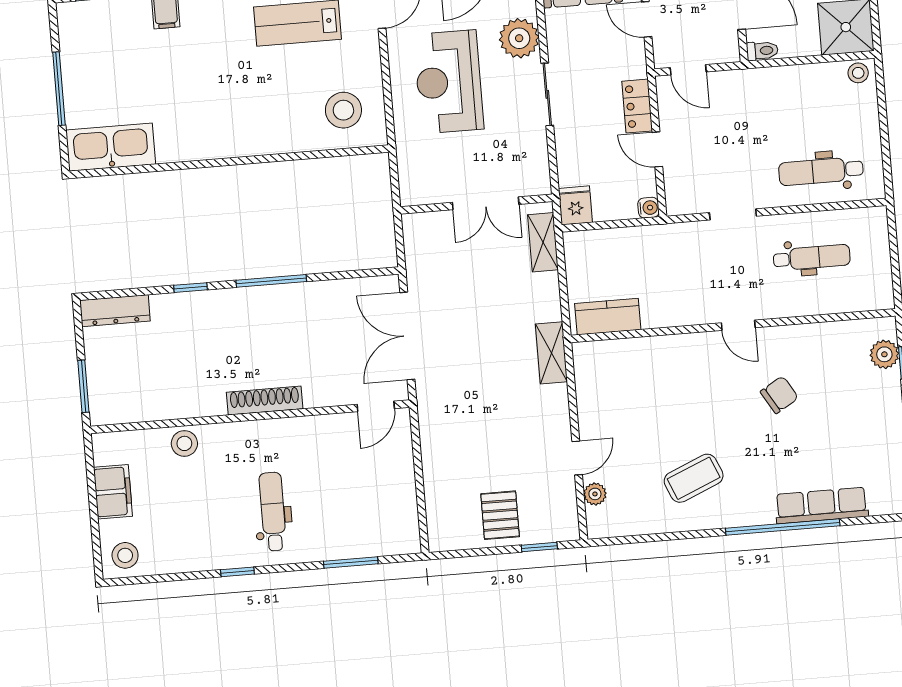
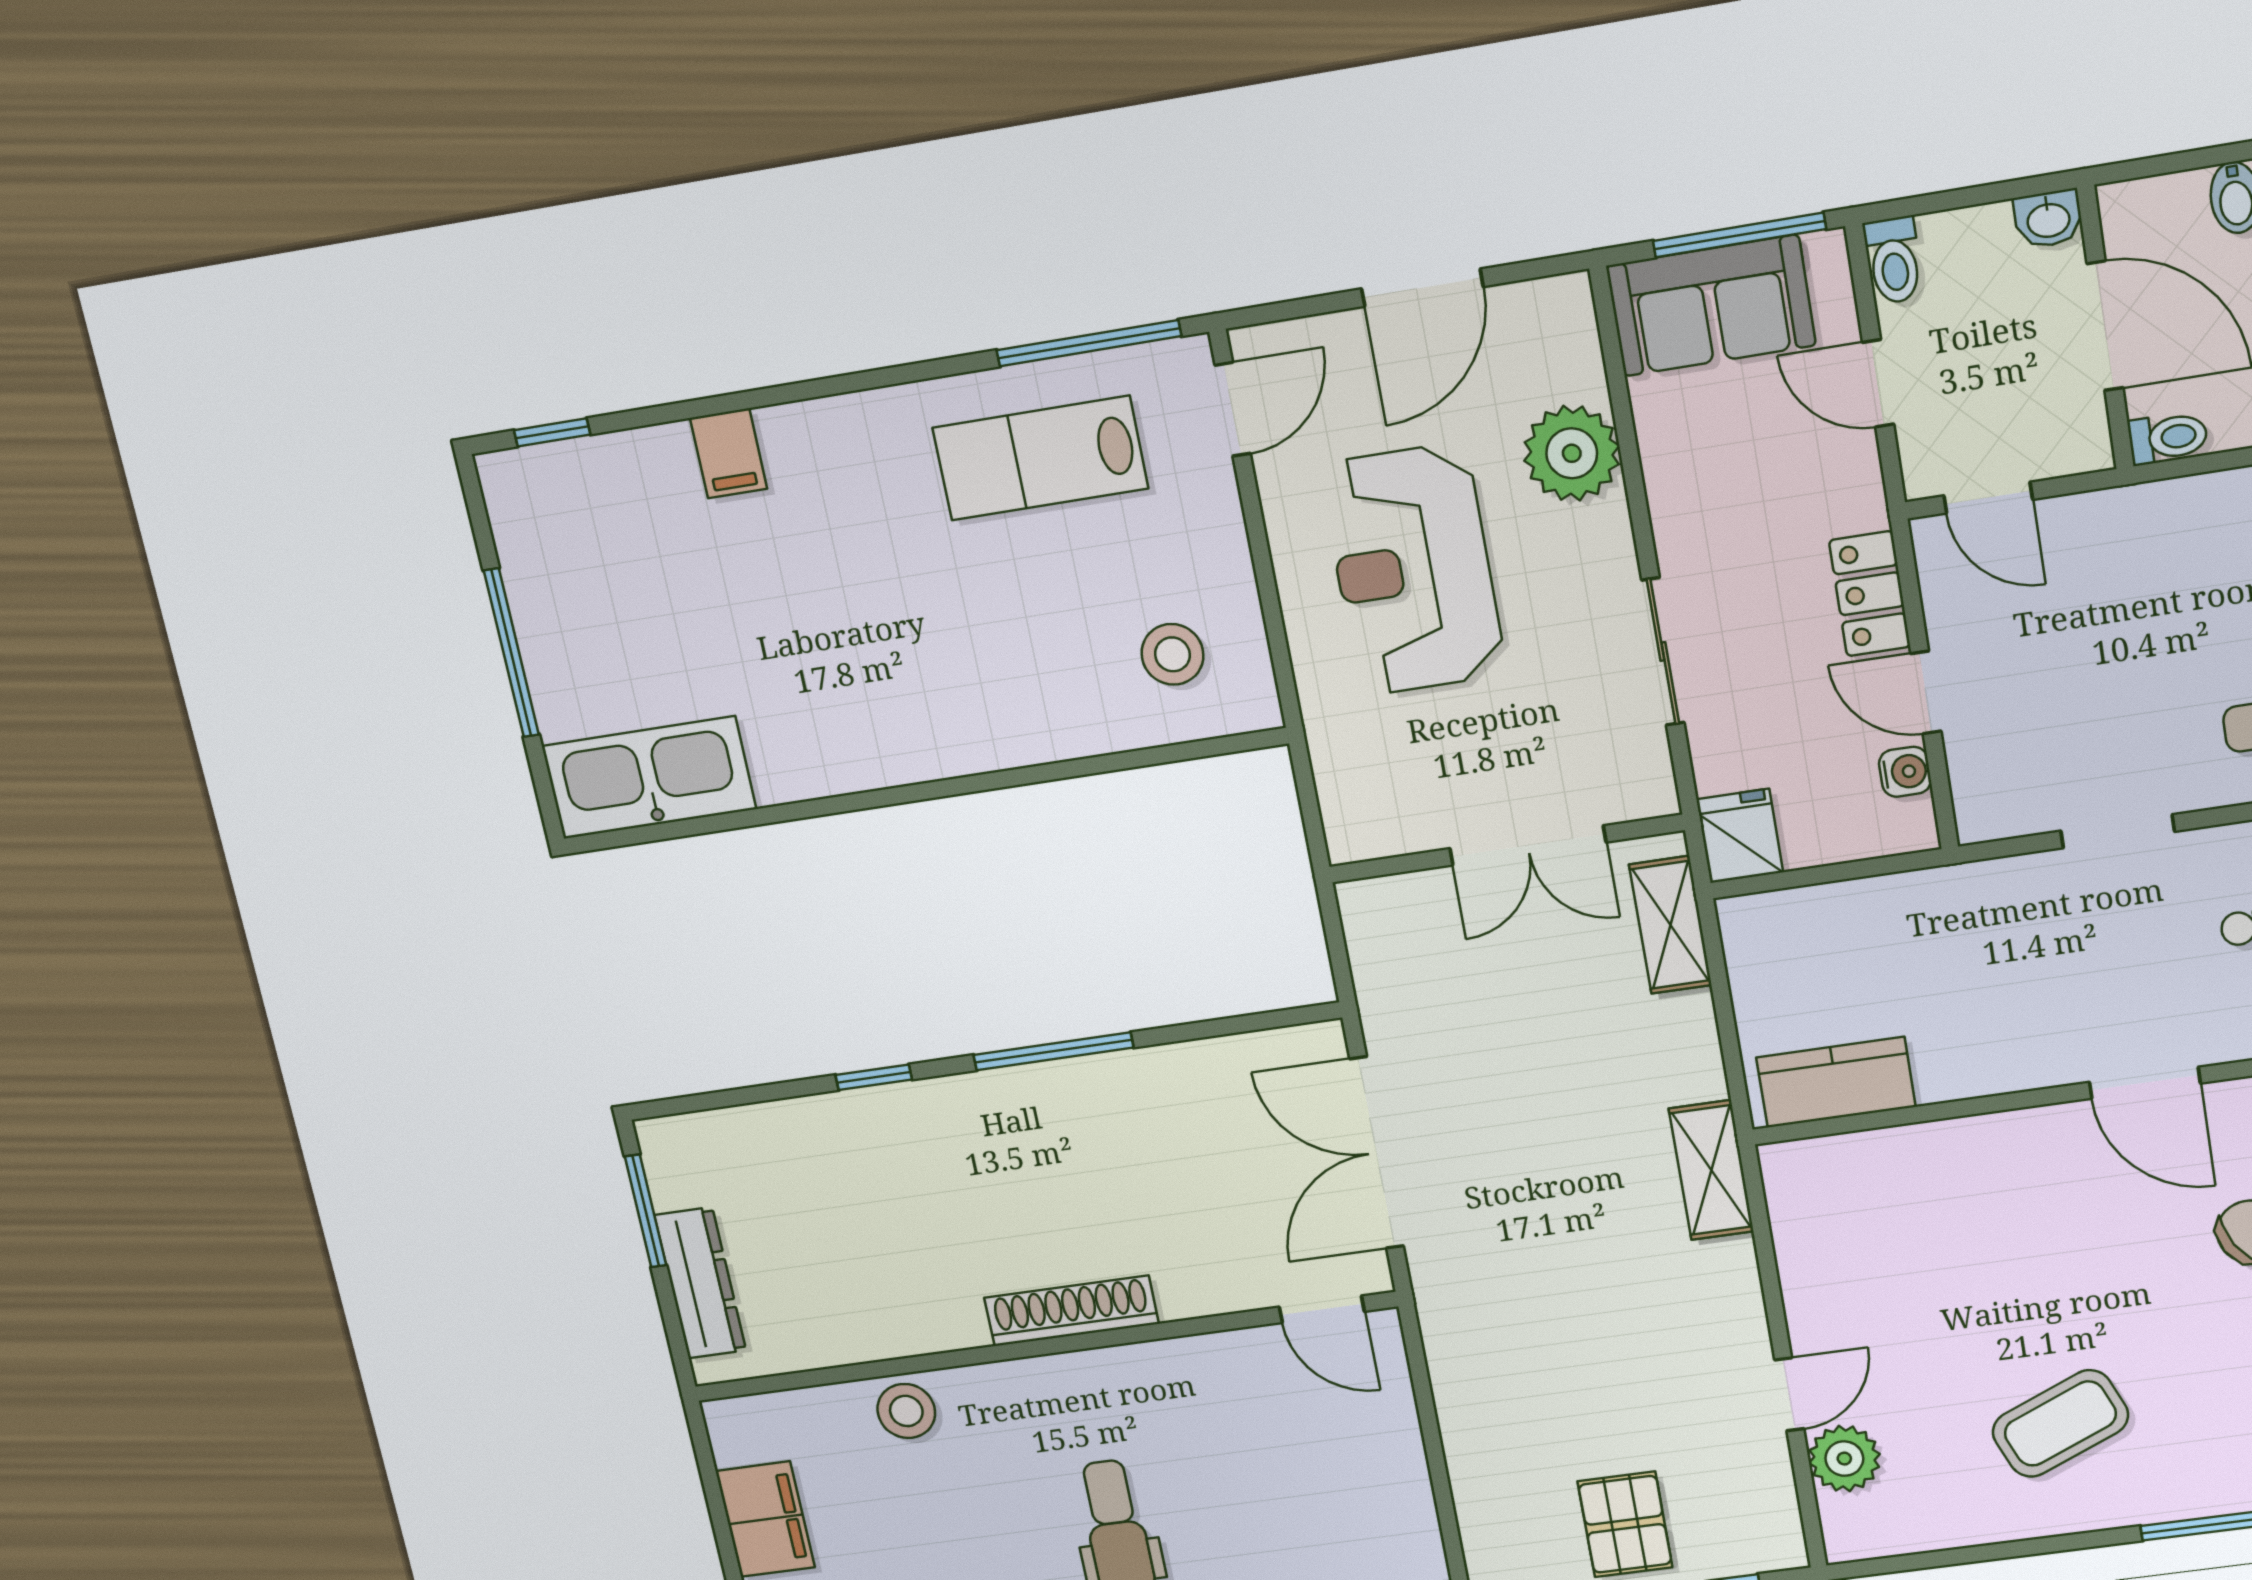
sliding door: (547, 94) -> (1663, 651), moved
stool: (343, 110) -> (1172, 654), width x0.73, depth x0.73
water cooler: (648, 208) -> (1905, 772), moved
dresser: (115, 311) -> (700, 1283), moved, turned -90
door: (738, 325) -> (2145, 1083), width x1.37
window: (83, 386) -> (646, 1211), moved
door: (376, 406) -> (1322, 1309), hinge flipped
plant: (595, 494) -> (1844, 1459), width x1.38, depth x1.38

